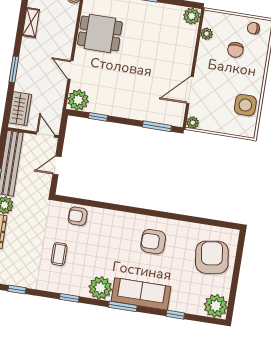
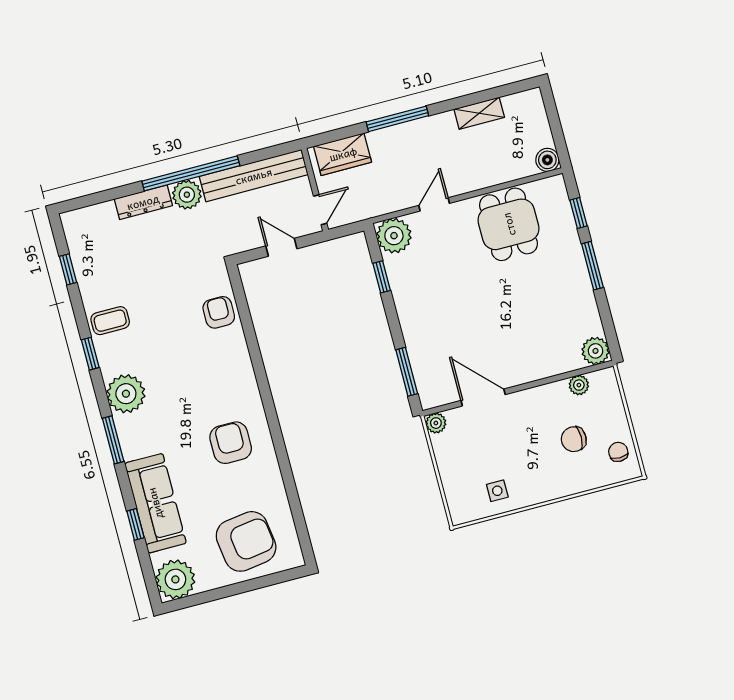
window: (14, 69) -> (397, 119), width x1.44
side table: (245, 105) -> (497, 491), width x0.54, depth x0.54
coffee table: (59, 254) -> (110, 321), moved
sofa: (141, 294) -> (155, 503), moved

